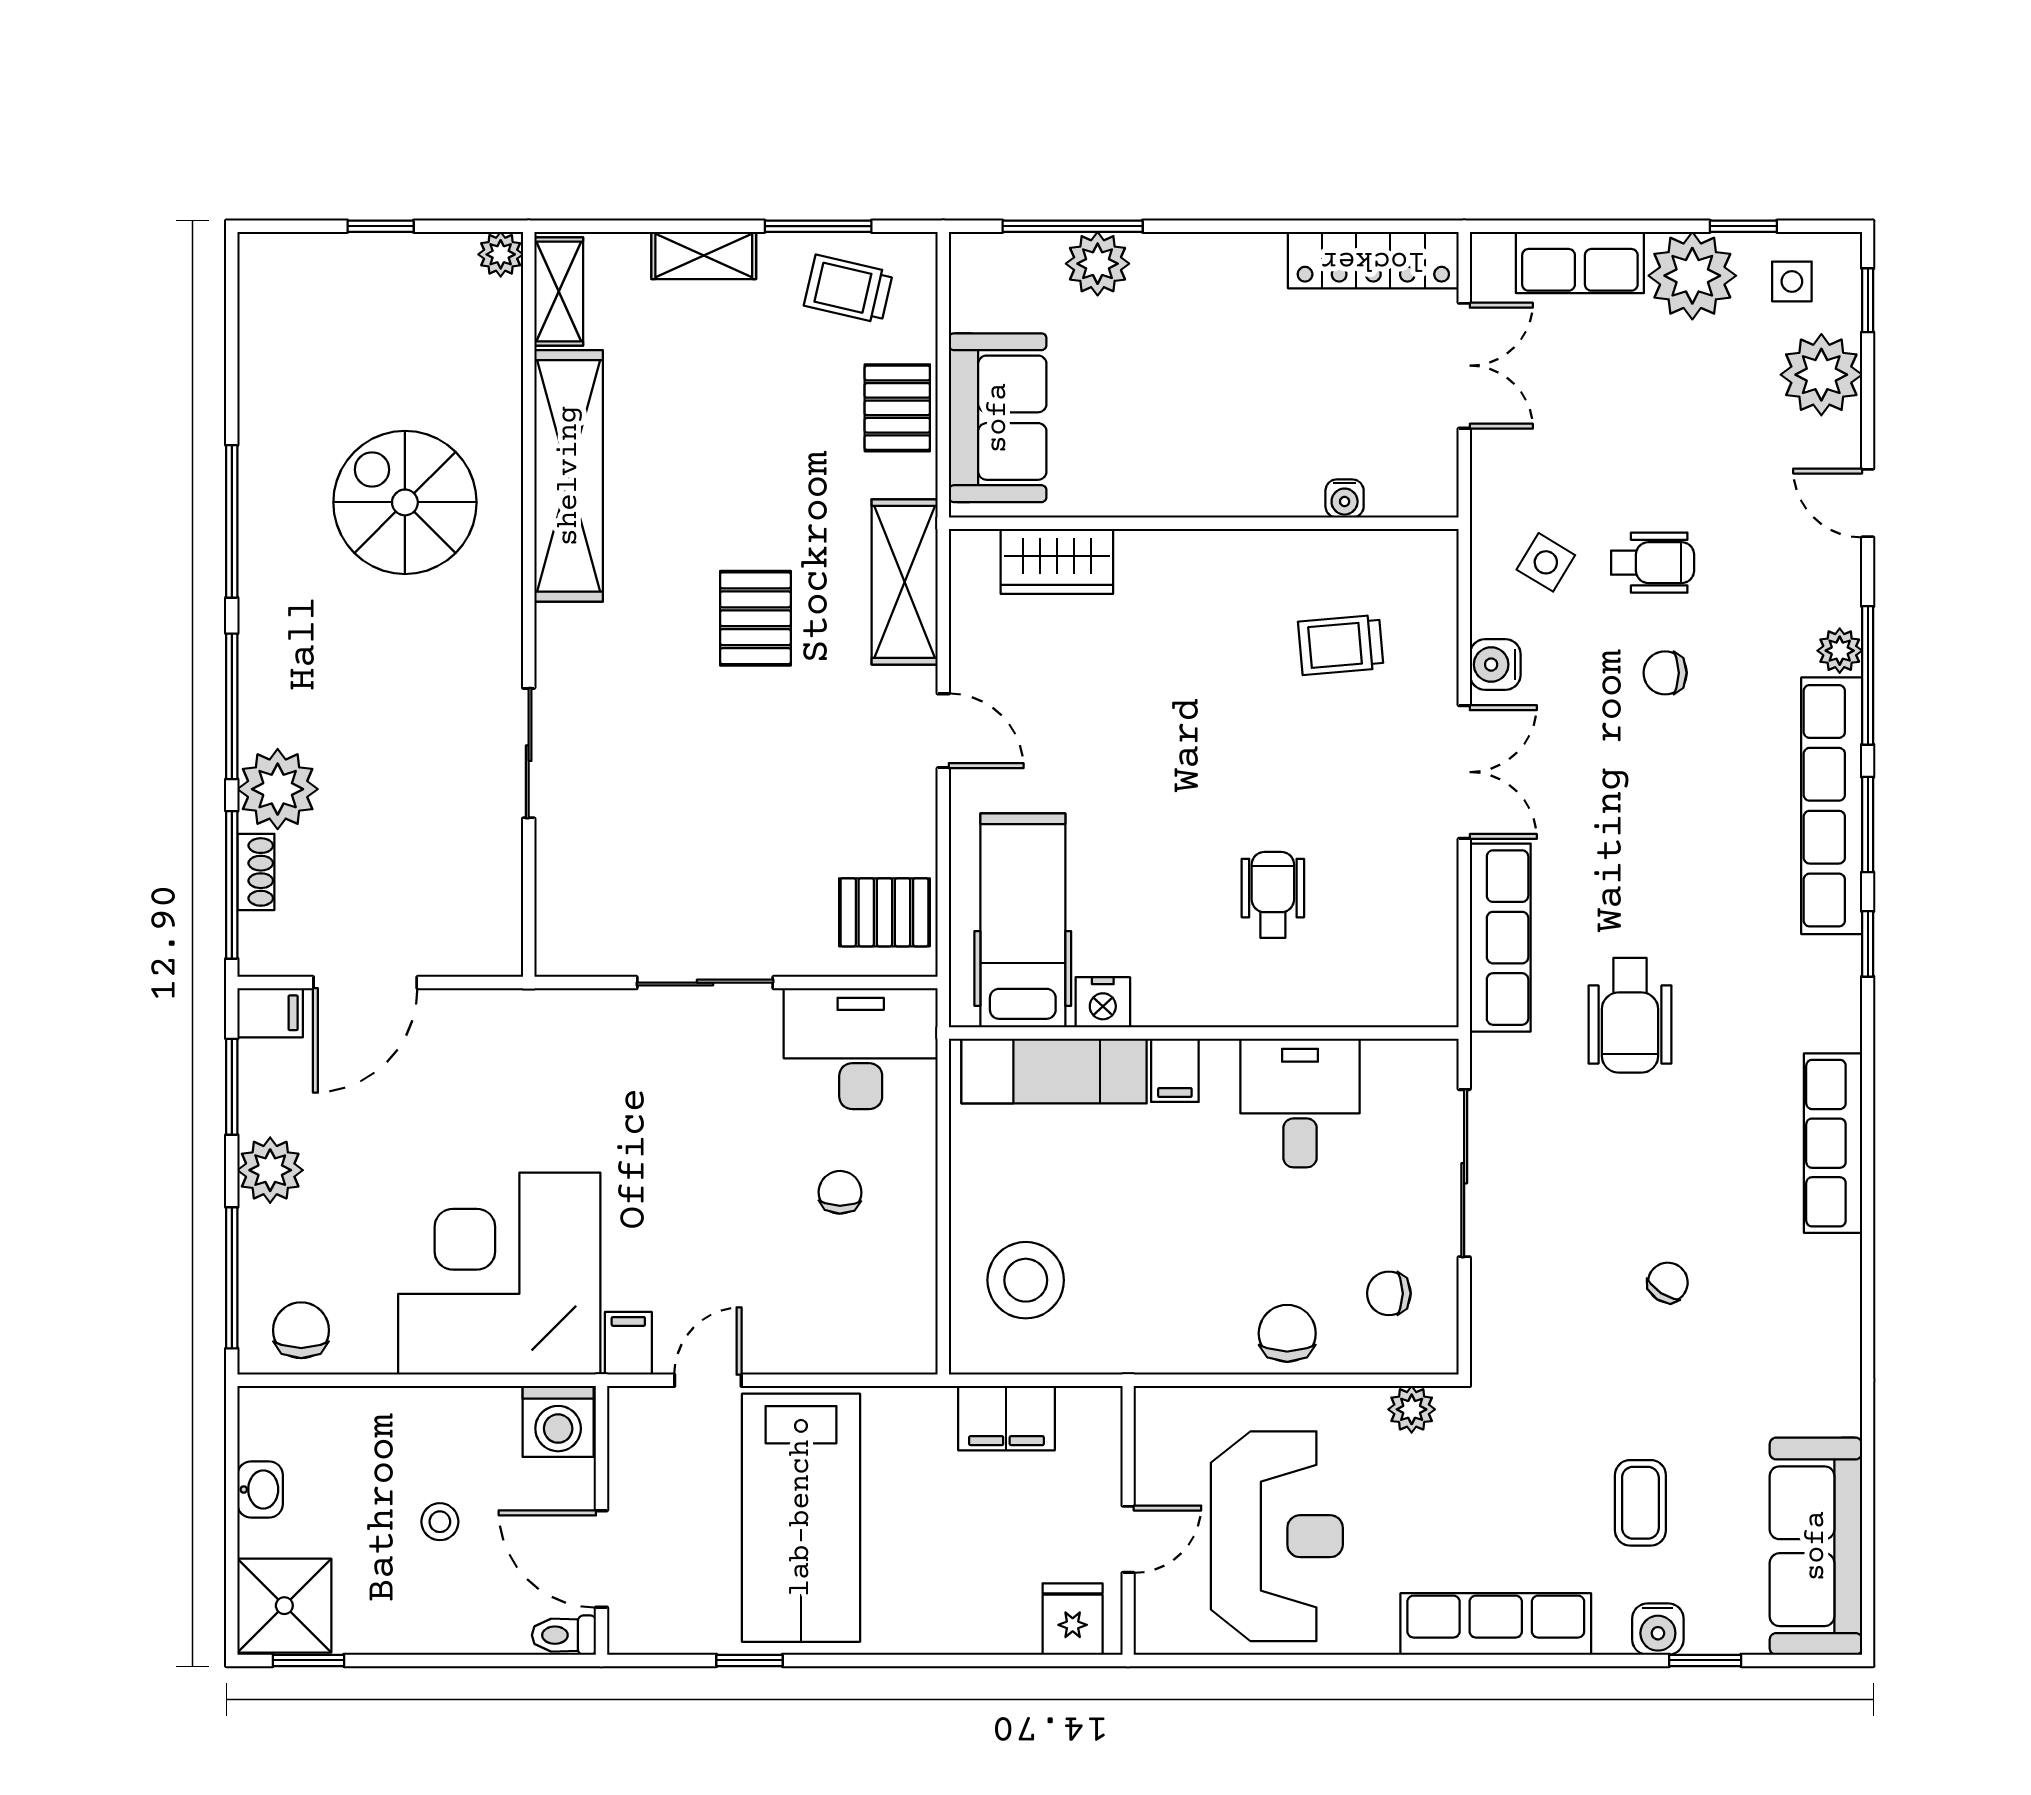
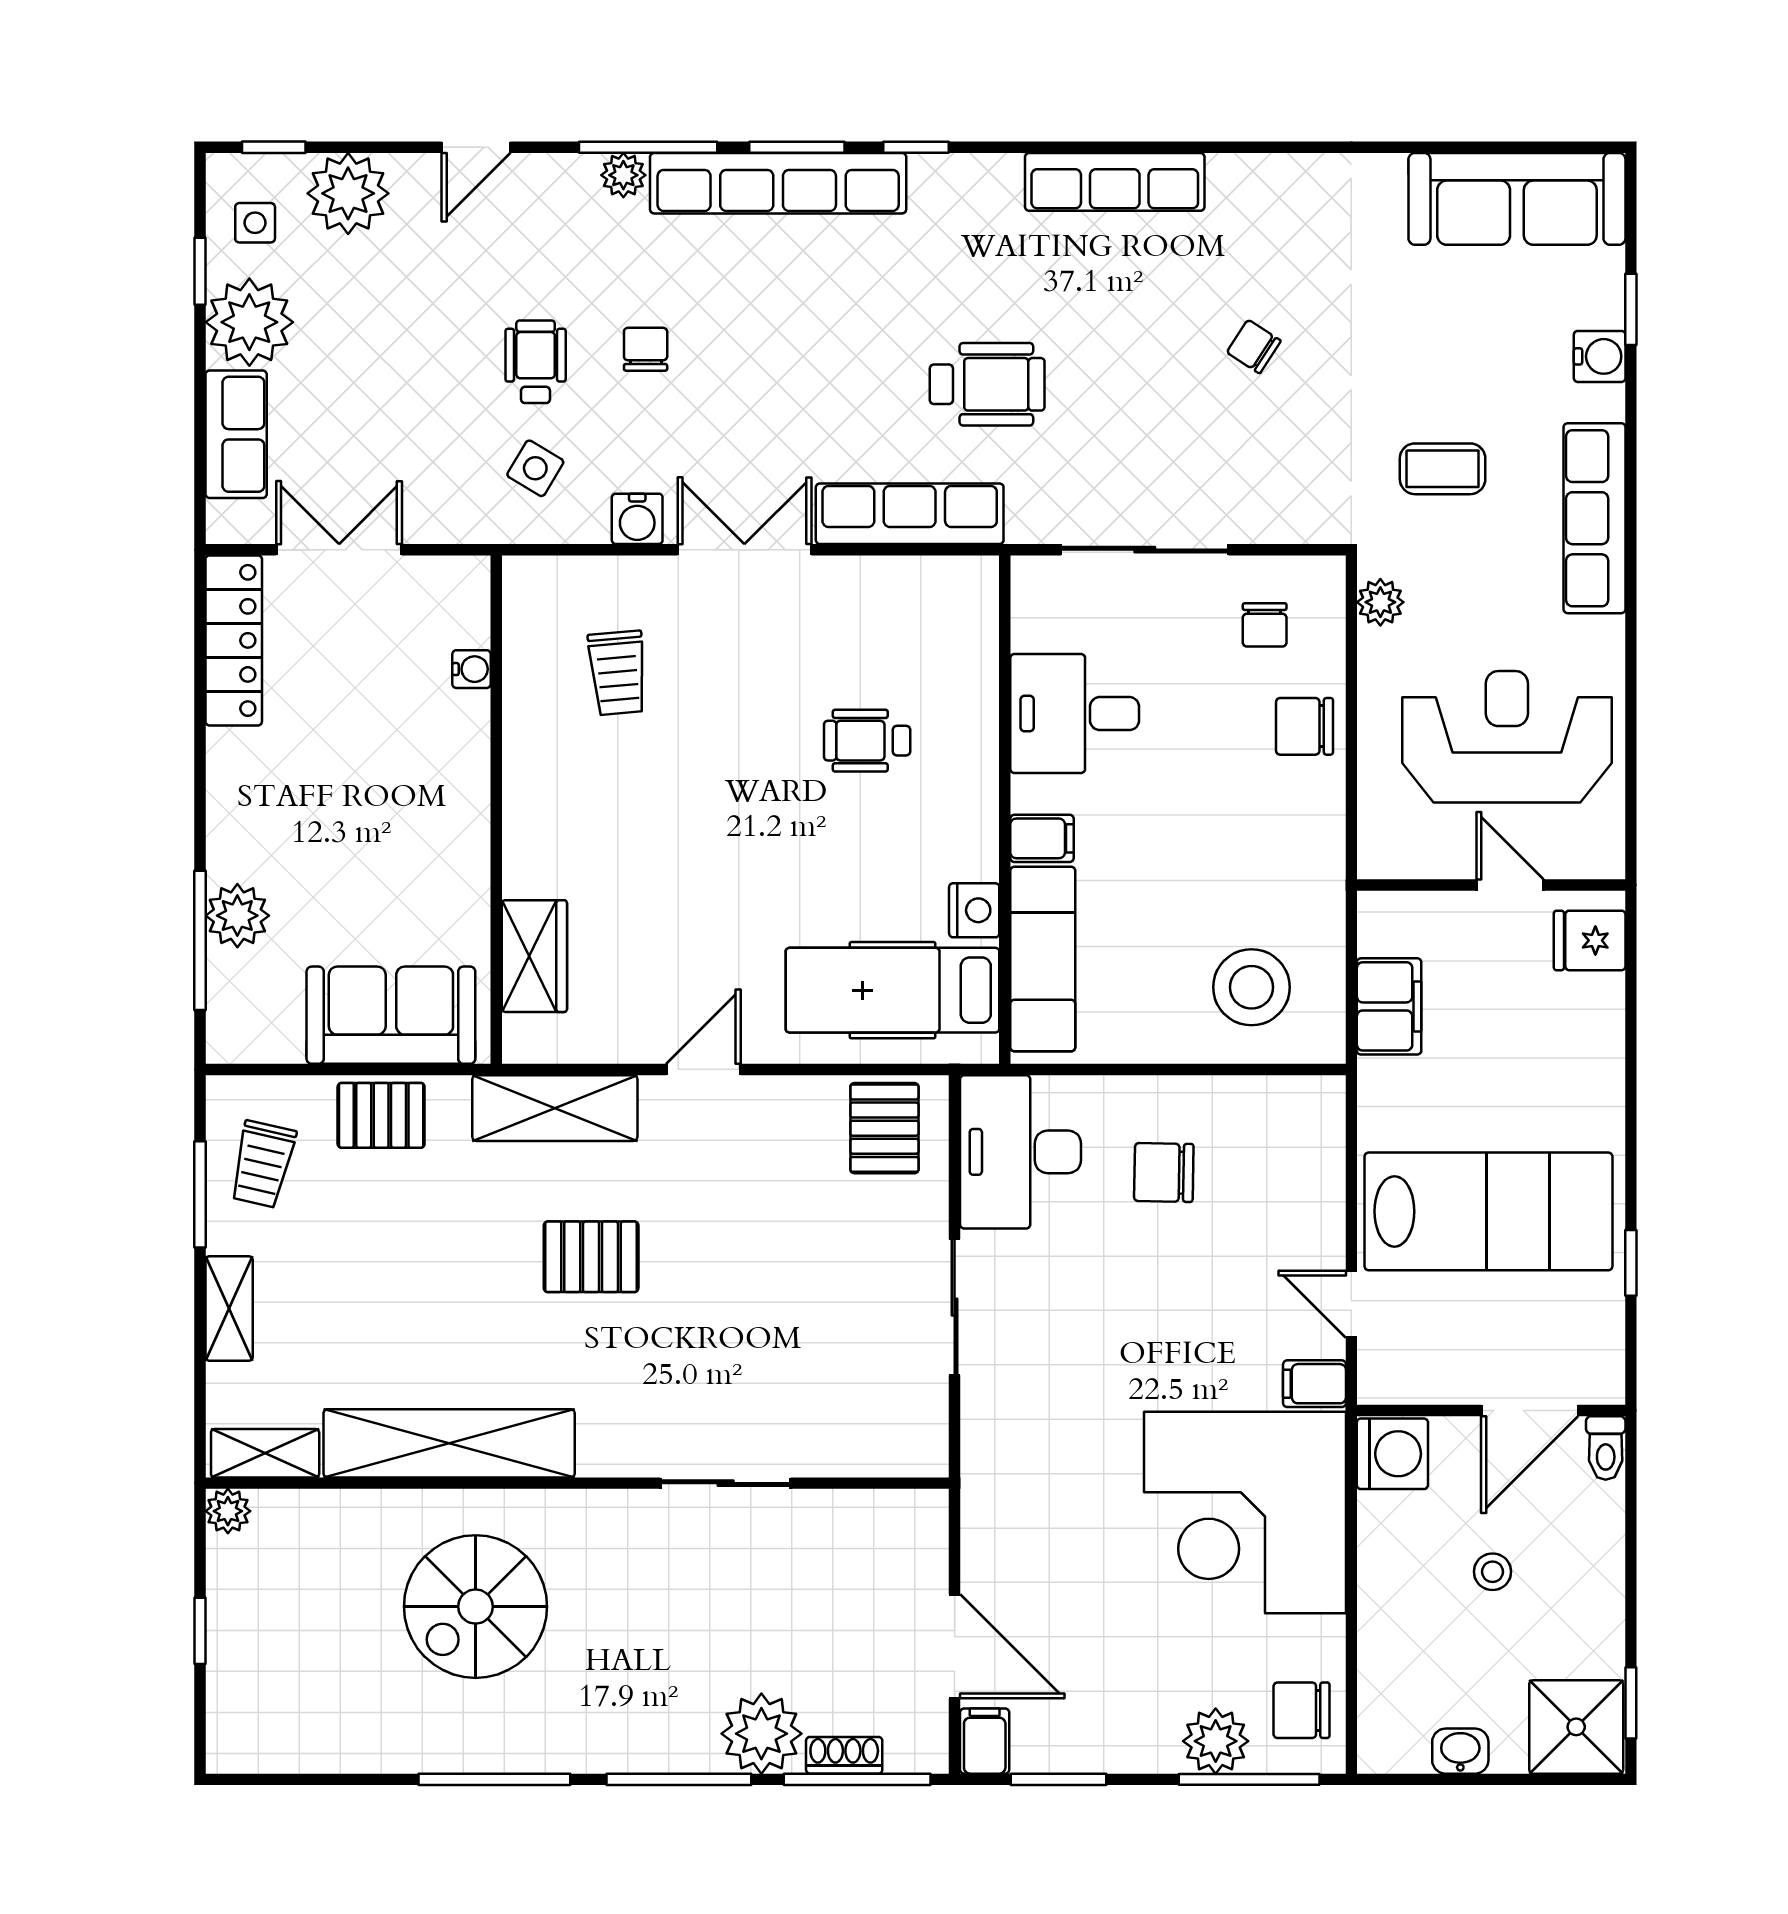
chair: (1665, 673) -> (646, 349), turned 180
plant: (270, 1170) -> (1216, 1741), moved
chair: (840, 1192) -> (1164, 1172), width x1.37, depth x1.37
coffee table: (1640, 1503) -> (1443, 469), moved

